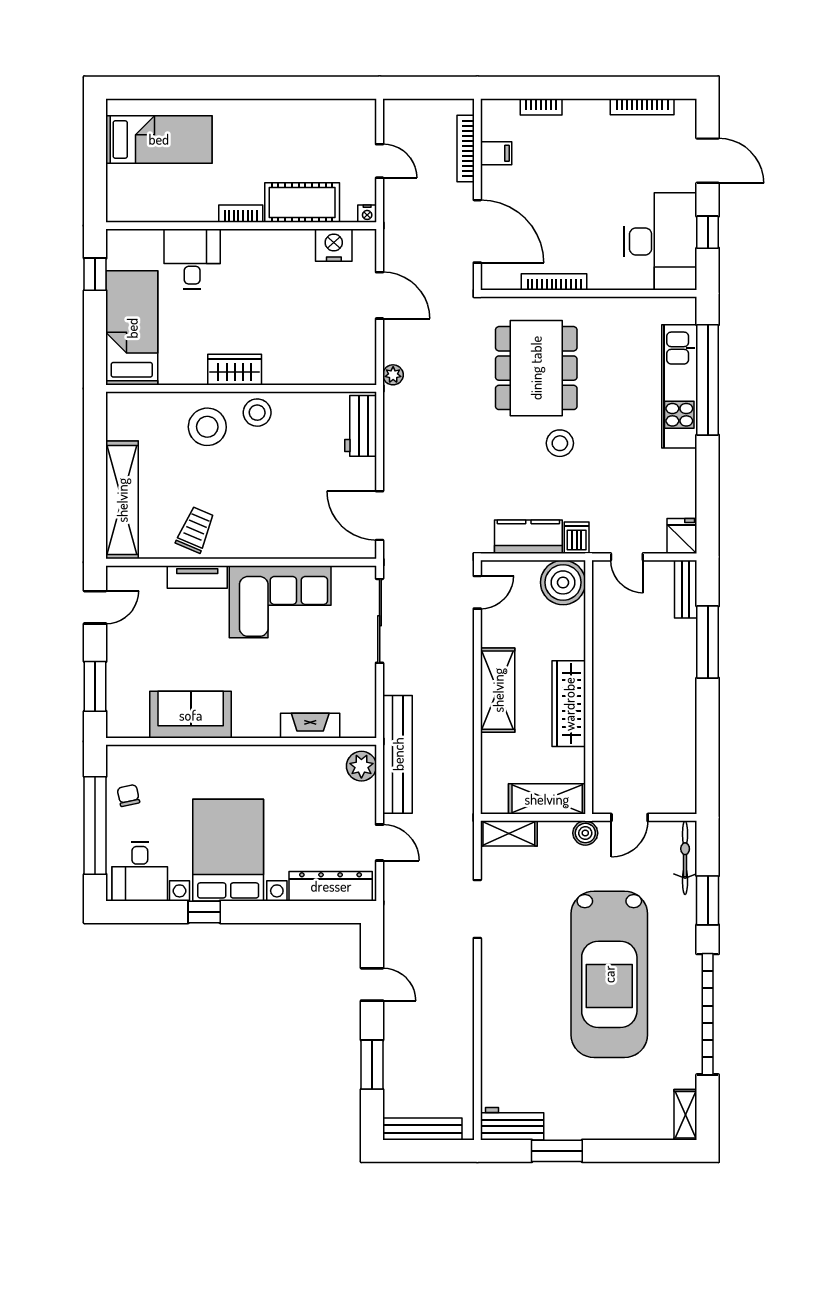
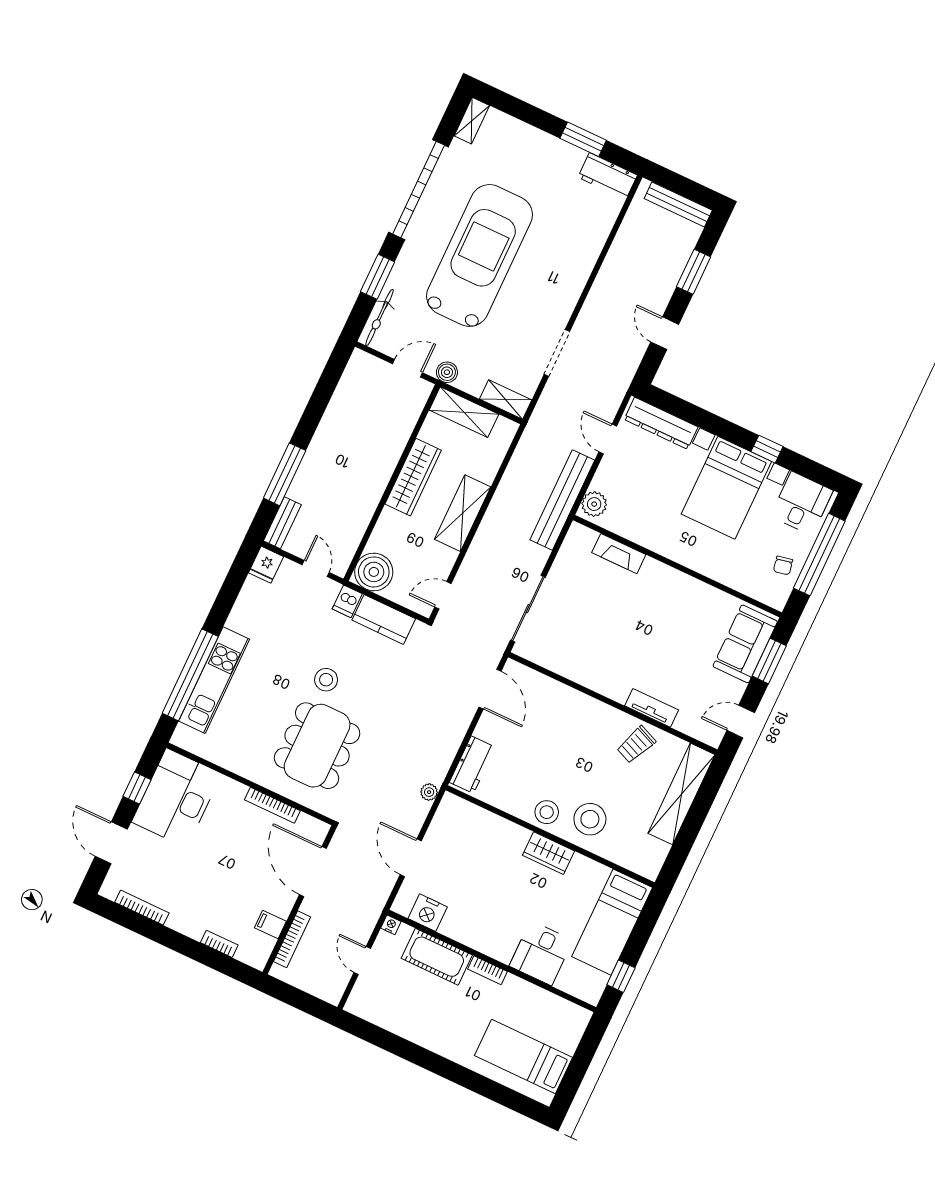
corner sofa: (280, 602) -> (597, 659), removed
sofa: (191, 715) -> (745, 644), moved, turned 90

